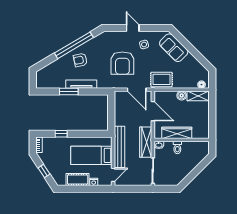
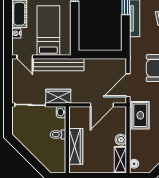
wardrobe: (177, 133) -> (76, 146), moved
wardrobe: (146, 142) -> (58, 96), width x0.67

